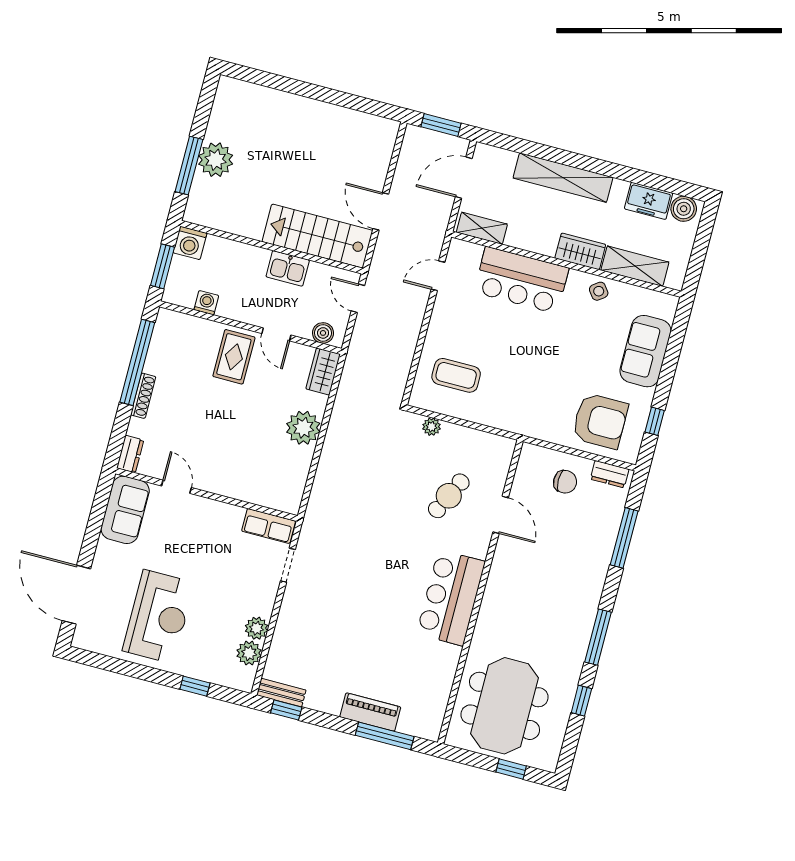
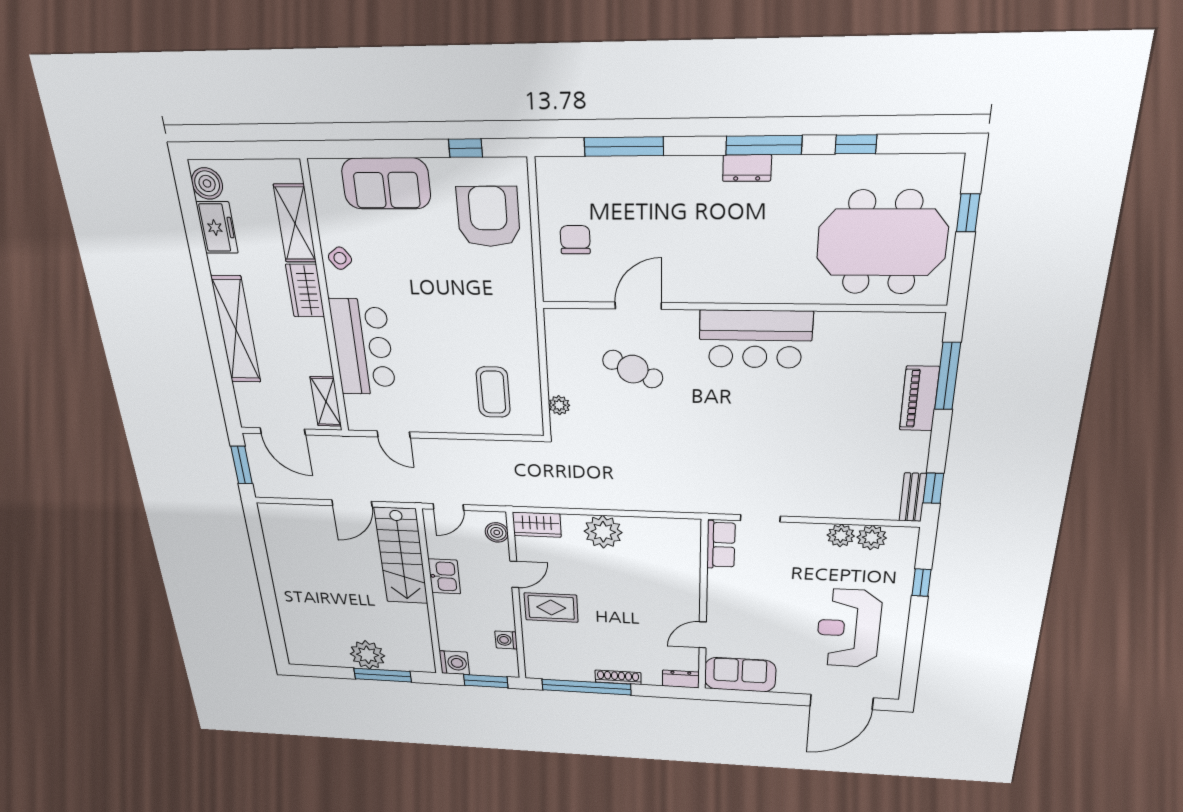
dresser: (610, 474) -> (747, 168), moved, turned 90
reception desk: (158, 617) -> (849, 628), turned -90

